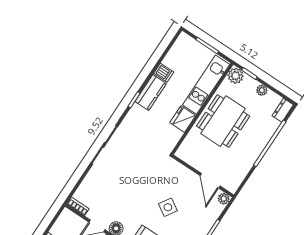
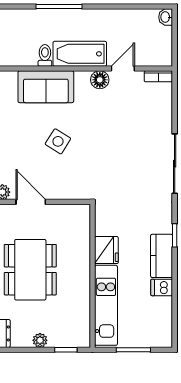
plant: (236, 76) -> (80, 337), removed
dining table: (223, 121) -> (30, 270), moved

